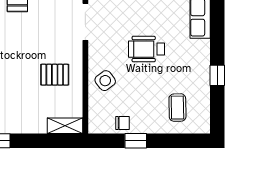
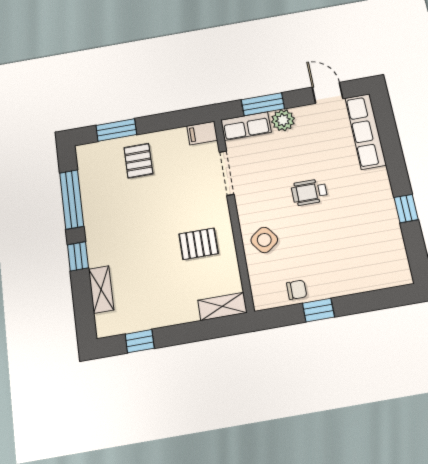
wheelchair: (147, 49) -> (309, 192), width x0.73, depth x0.73
coffee table: (177, 108) -> (364, 258), removed

